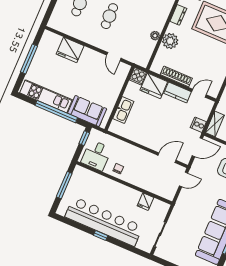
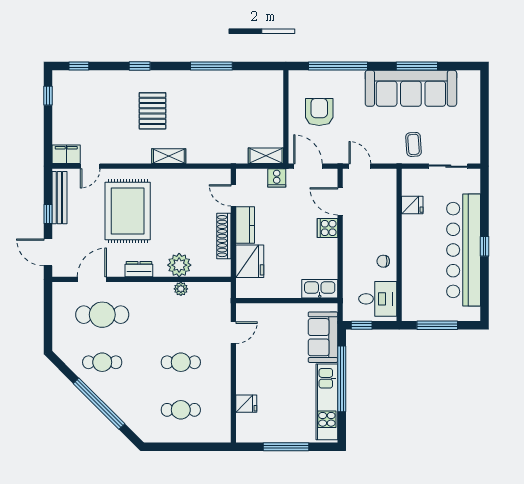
fridge: (70, 50) -> (246, 404), width x0.53, depth x0.75
cooker: (138, 76) -> (327, 228), moved, turned 180
kitchen sink: (123, 110) -> (320, 289), moved
coffee table: (183, 219) -> (414, 144), added

